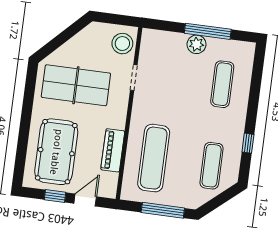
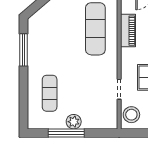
window: (248, 143) -> (24, 50), width x2.17
exercise mat: (212, 166) -> (50, 29), removed

